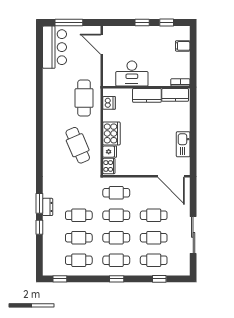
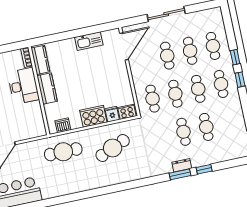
desk: (132, 73) -> (23, 86), moved
sliding door: (193, 235) -> (166, 14), moved
cafe table: (79, 260) -> (229, 122), removed
window: (159, 279) -> (235, 57), moved

